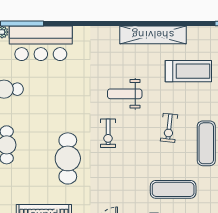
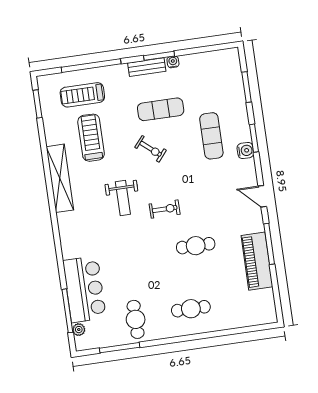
exercise bike: (169, 128) -> (151, 149), turned 34
cafe table: (68, 158) -> (196, 246), width x0.73, depth x0.74

